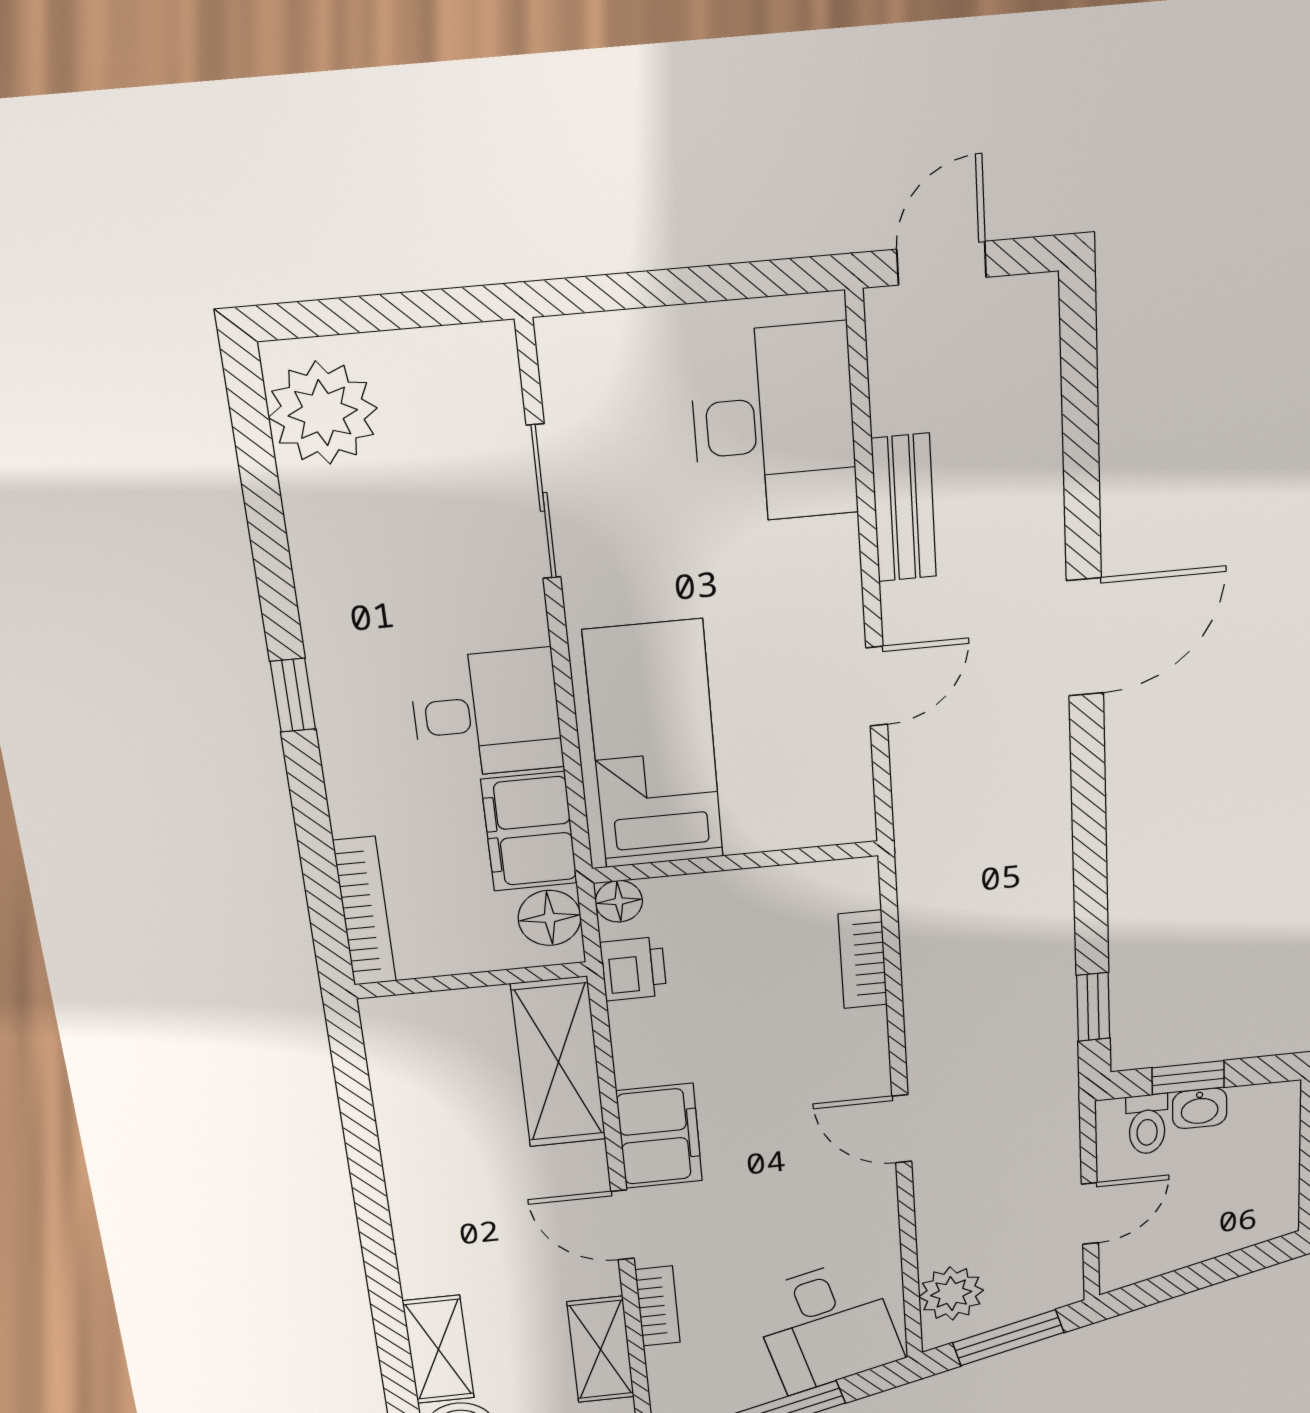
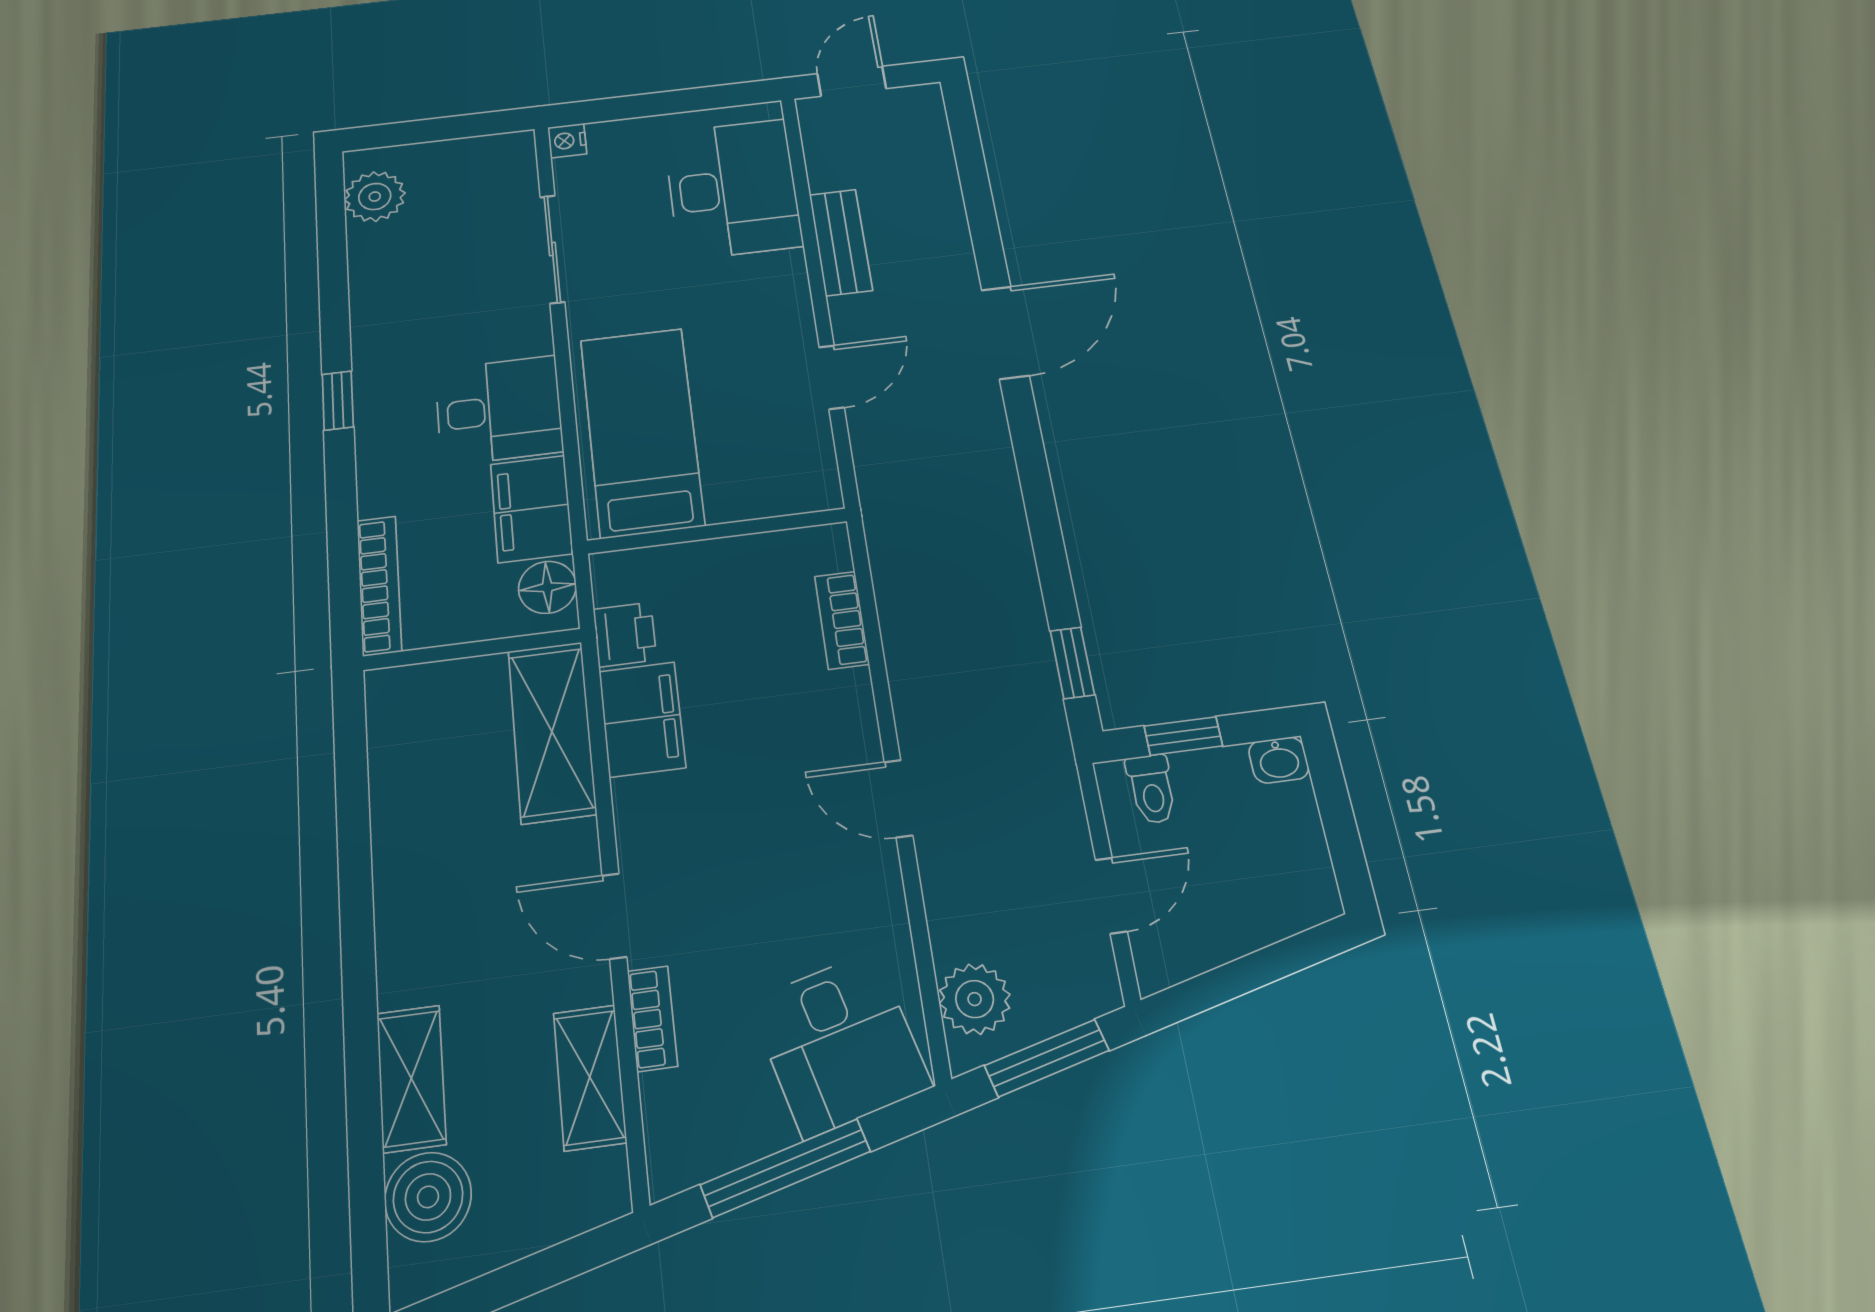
nightstand: (559, 339) -> (567, 141), added
plant: (323, 413) -> (375, 197), width x0.73, depth x0.73
floor lamp: (619, 901) -> (611, 570), removed
washbasin: (1200, 1108) -> (1279, 760), moved
filing cabinet: (659, 1136) -> (642, 719), moved

